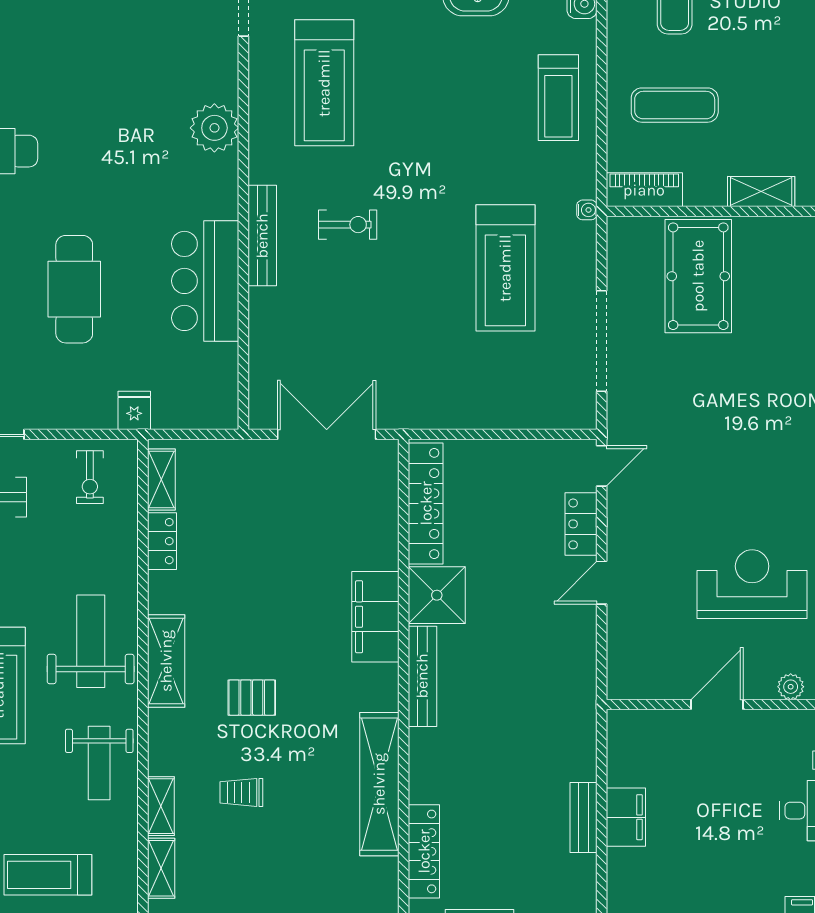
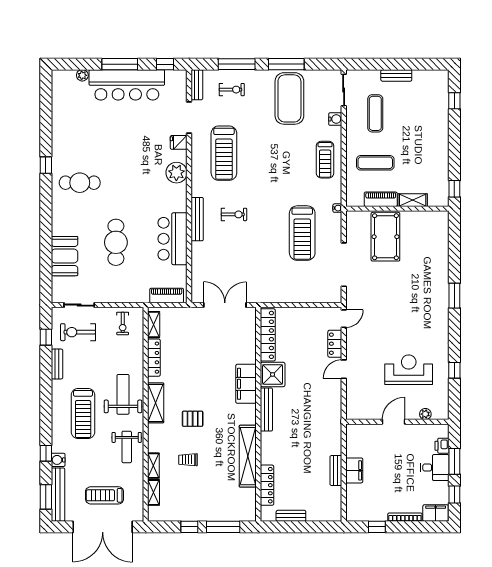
piano: (644, 190) -> (381, 199), moved
fridge: (134, 410) -> (179, 142), moved, turned -90
piano: (192, 412) -> (167, 295), added
locker: (162, 541) -> (154, 358), width x1.53

